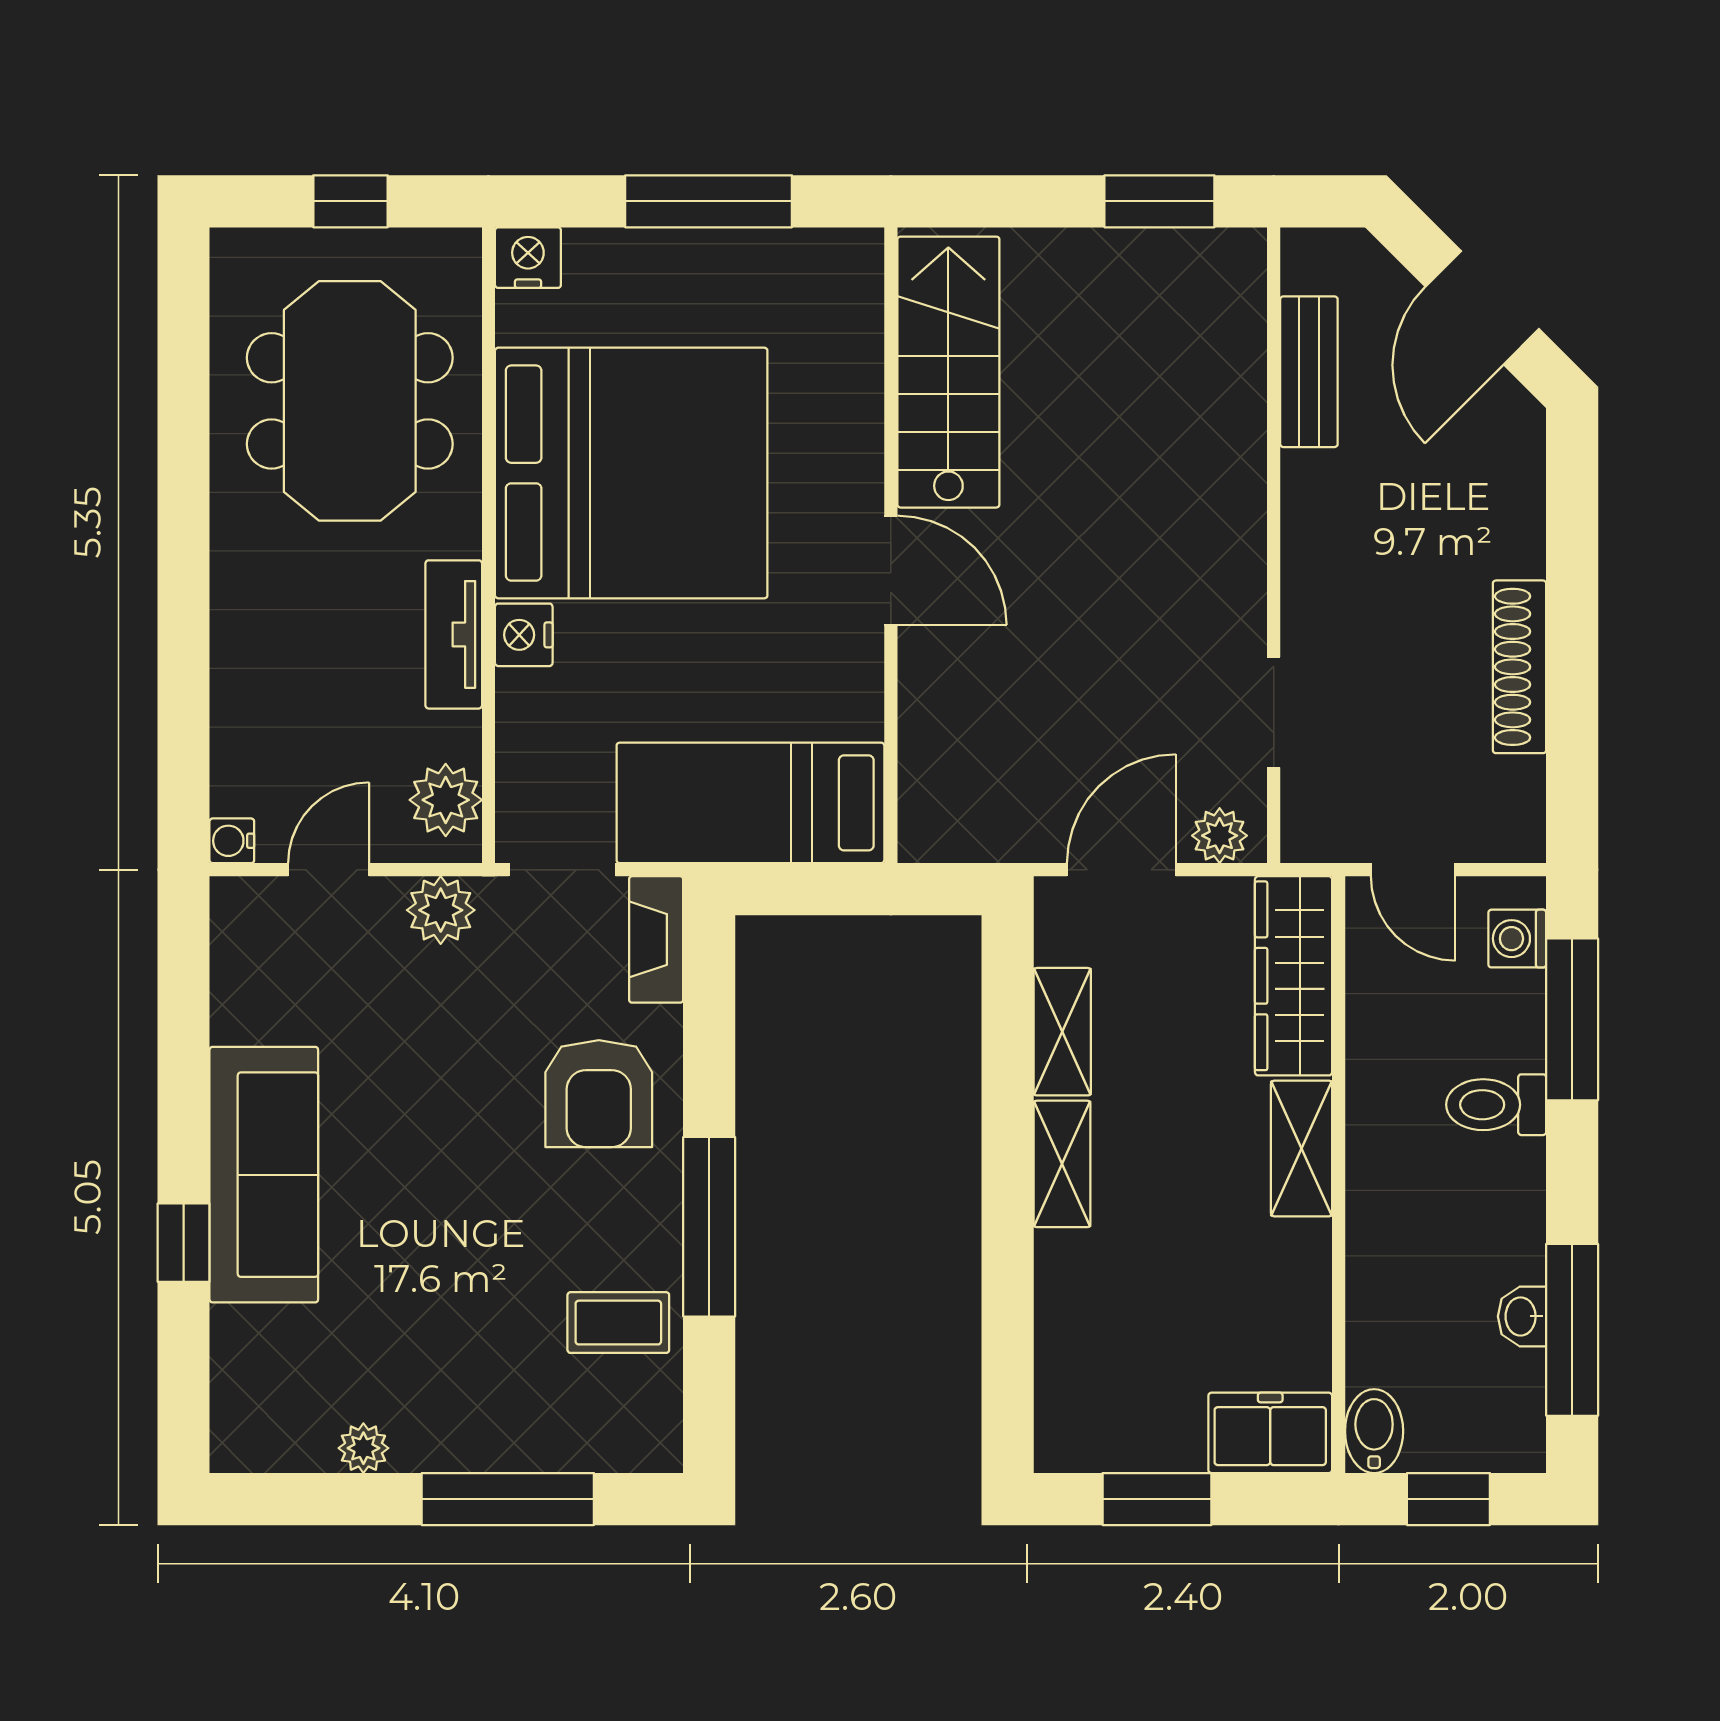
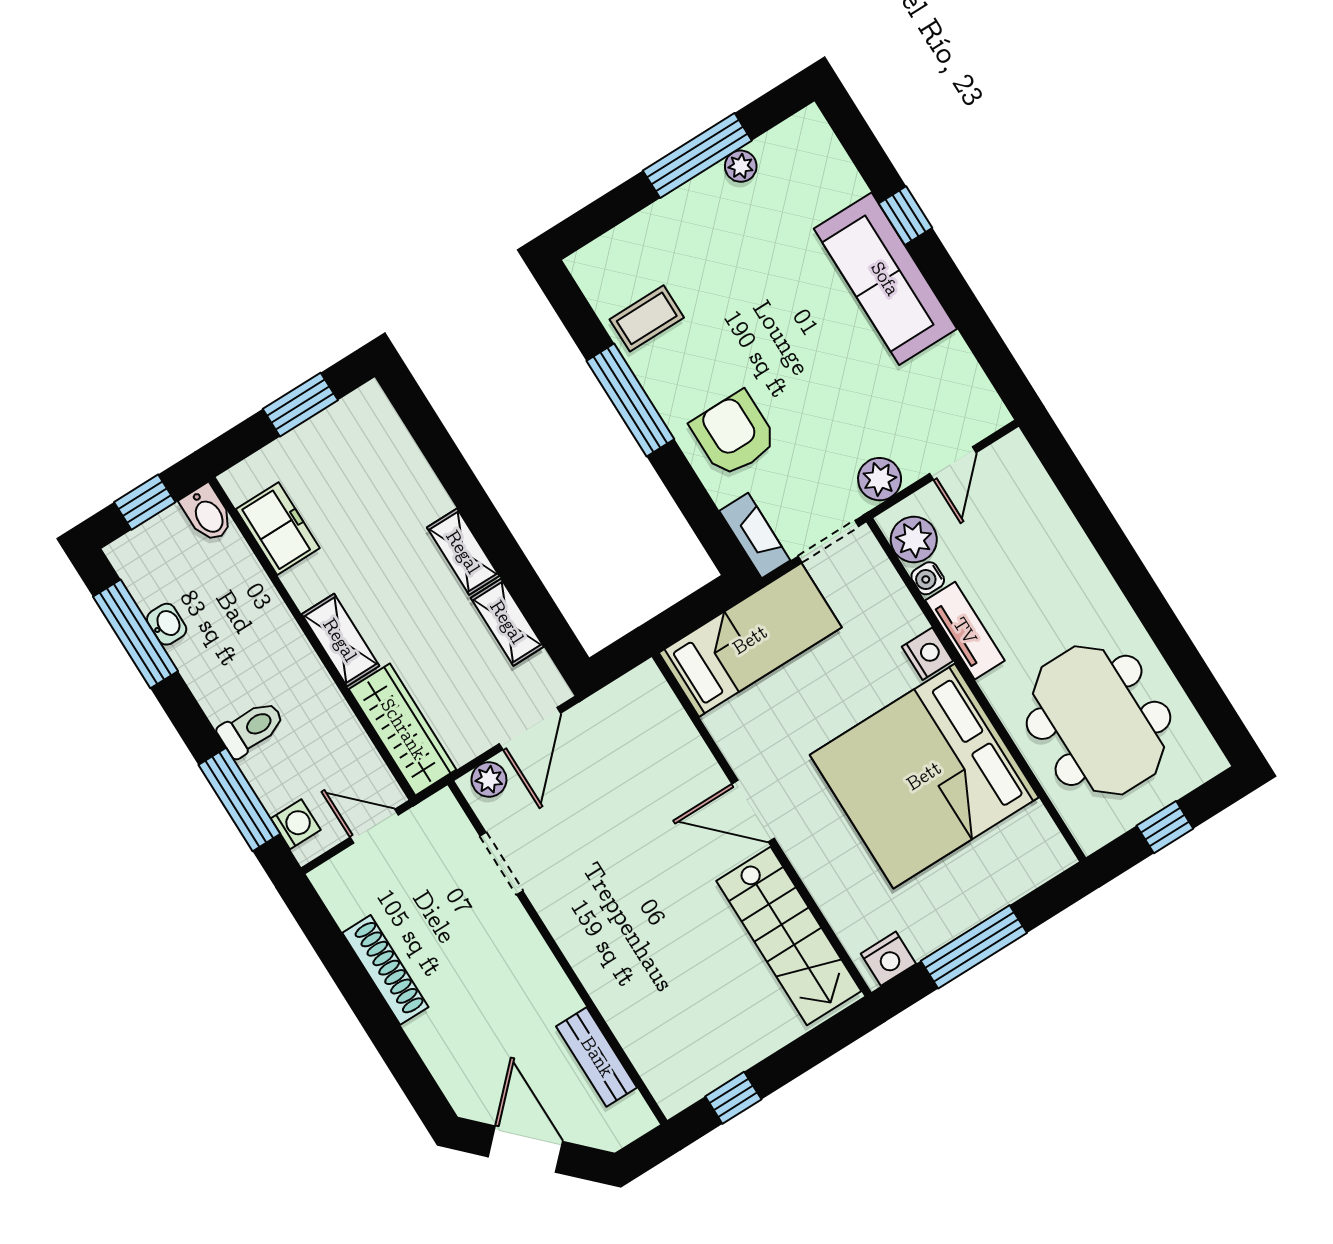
window: (1159, 201) -> (733, 1098), width x0.67
nightstand: (528, 258) -> (888, 959), moved
water cooler: (232, 841) -> (928, 578), moved, turned 180
freezer: (1270, 1433) -> (278, 529), moved, turned -90
window: (508, 1499) -> (697, 156), moved

